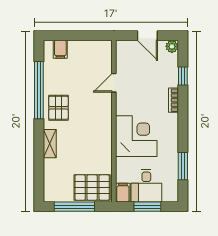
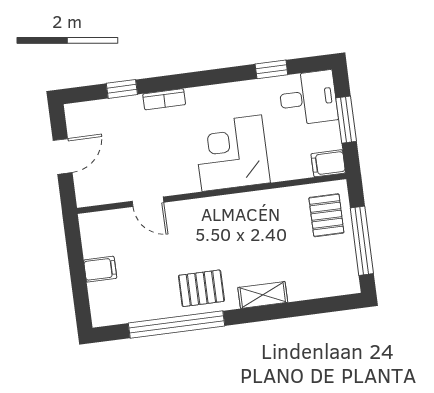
plant: (172, 46) -> (75, 113), removed
filing cabinet: (60, 49) -> (100, 269), moved
window: (183, 166) -> (271, 69), width x0.67
desk: (146, 186) -> (308, 98), moved
pallet: (92, 188) -> (326, 215), width x0.67, depth x0.71

